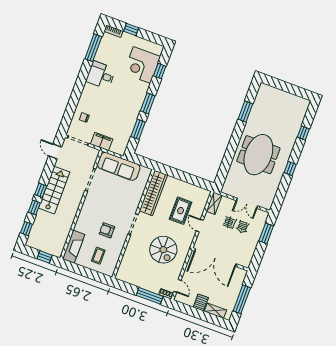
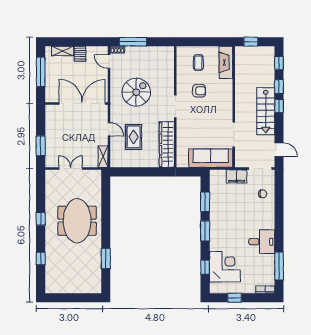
window: (131, 30) -> (235, 298), moved
spiral stairs: (163, 250) -> (136, 92), turned 90

